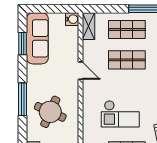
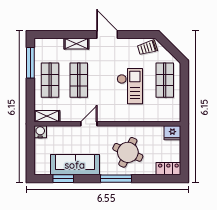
sofa: (37, 38) -> (75, 165), moved

